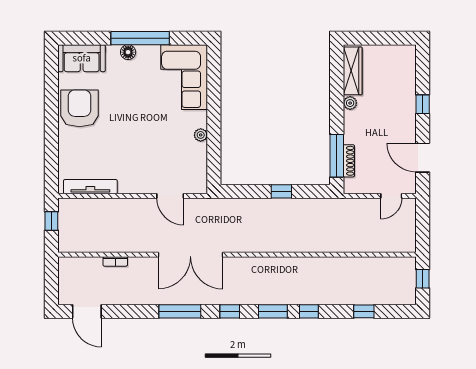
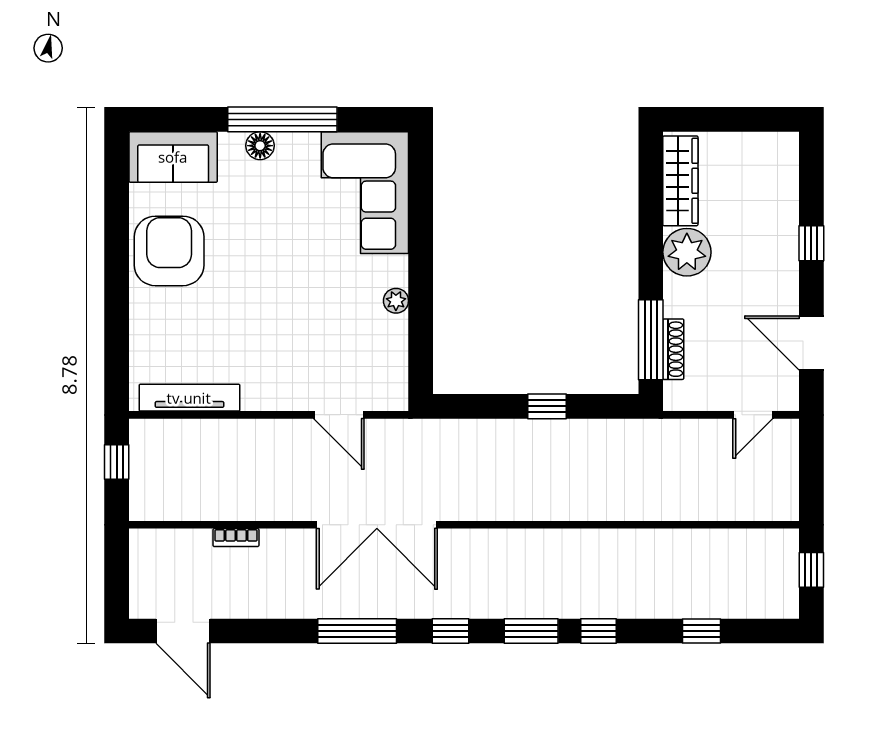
plant: (350, 103) -> (687, 252), width x1.87, depth x1.87

